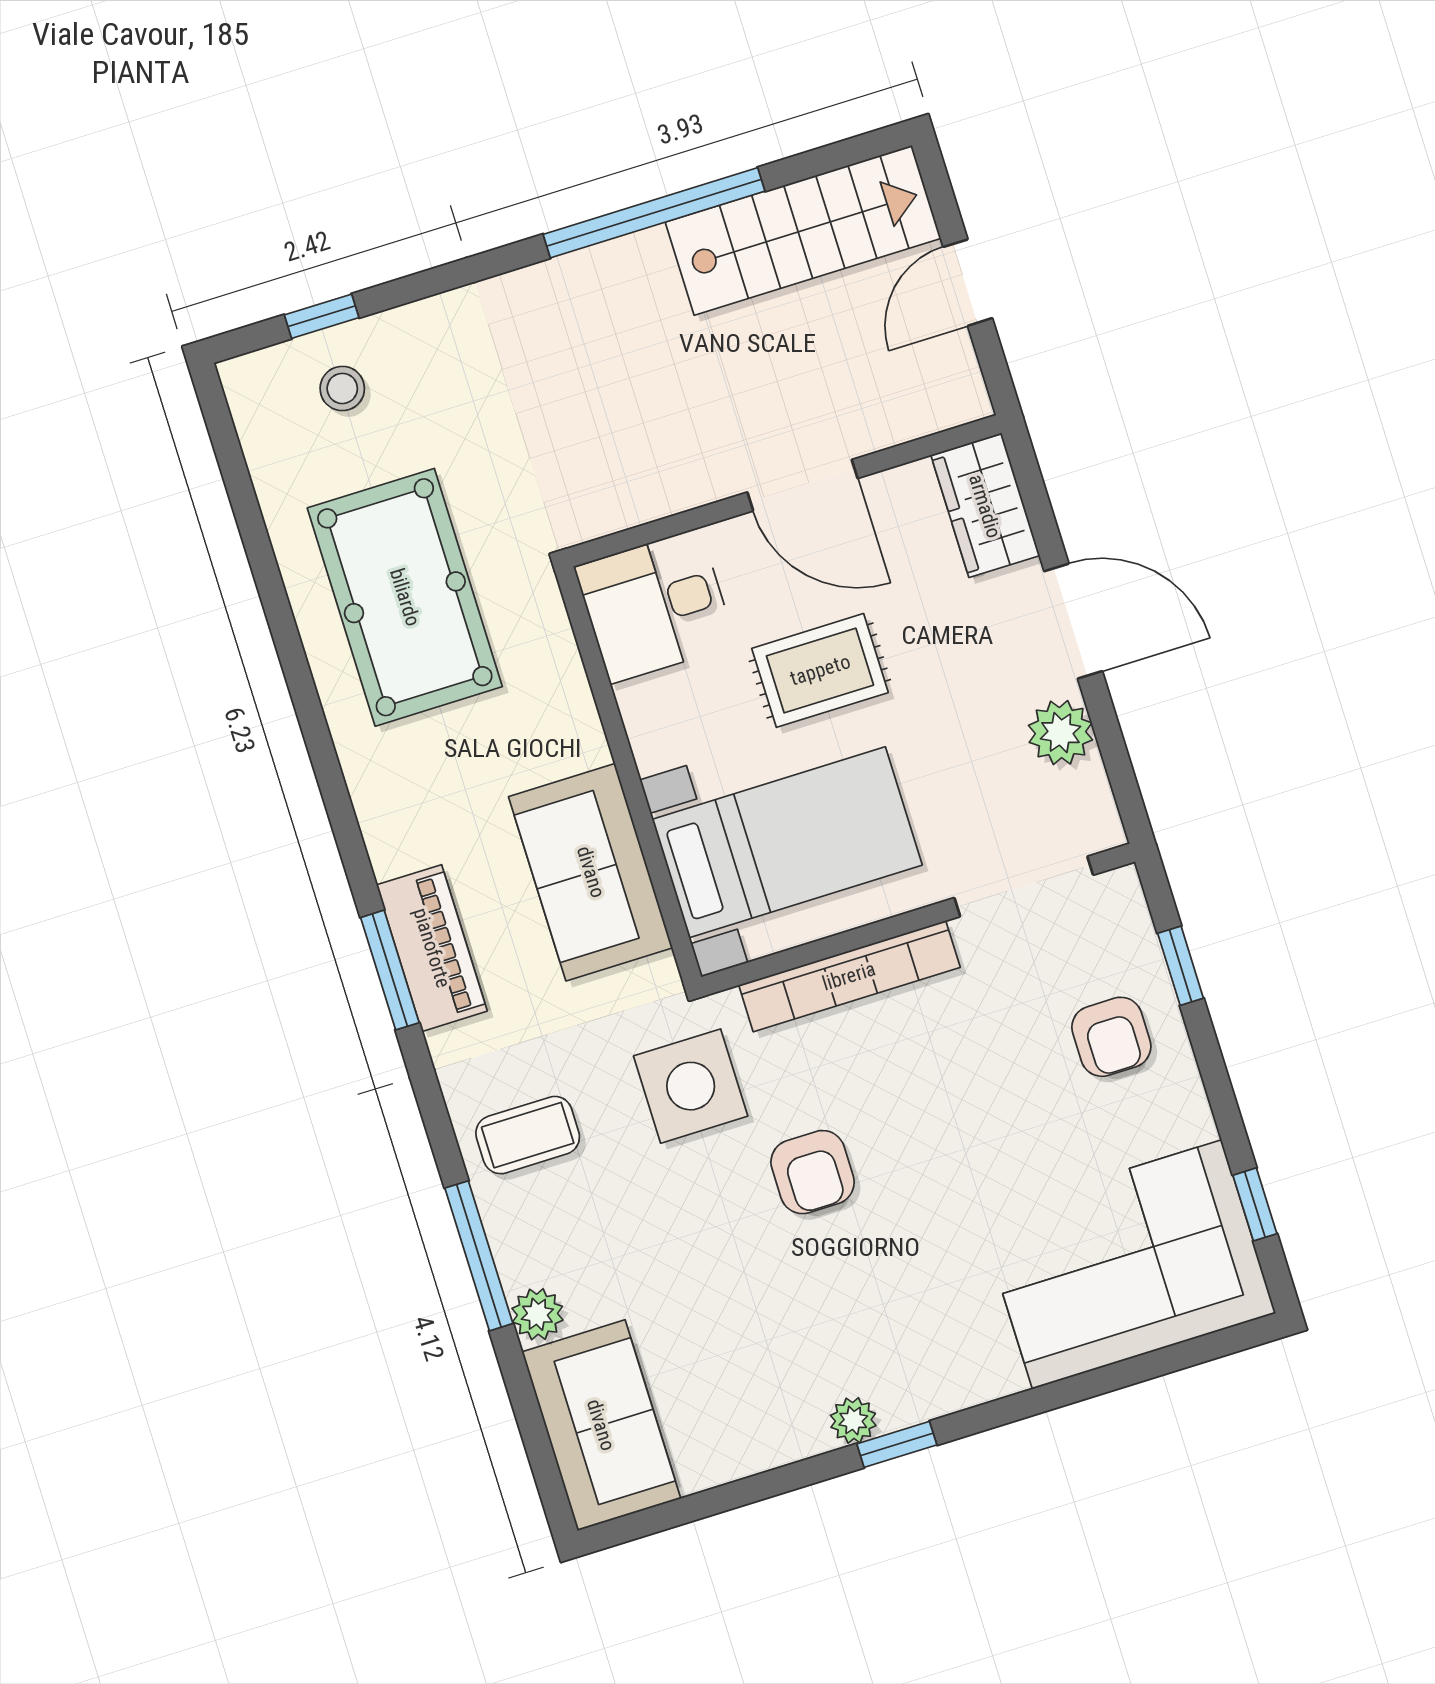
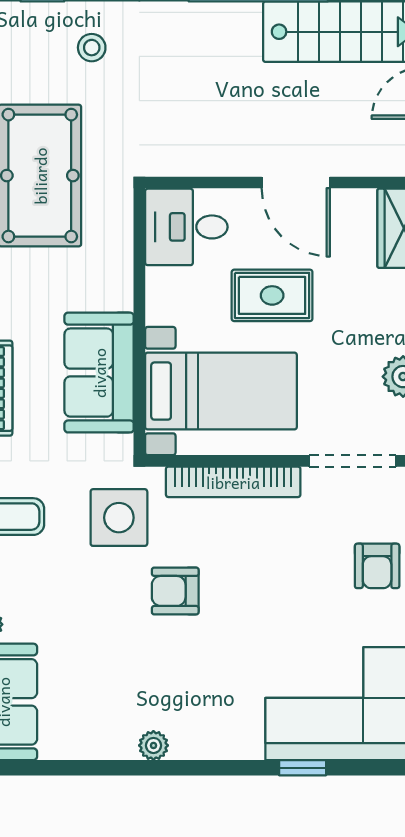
stool: (342, 388) -> (92, 48), moved
armchair: (813, 1172) -> (175, 591), turned 90
window: (897, 1444) -> (303, 768), moved

